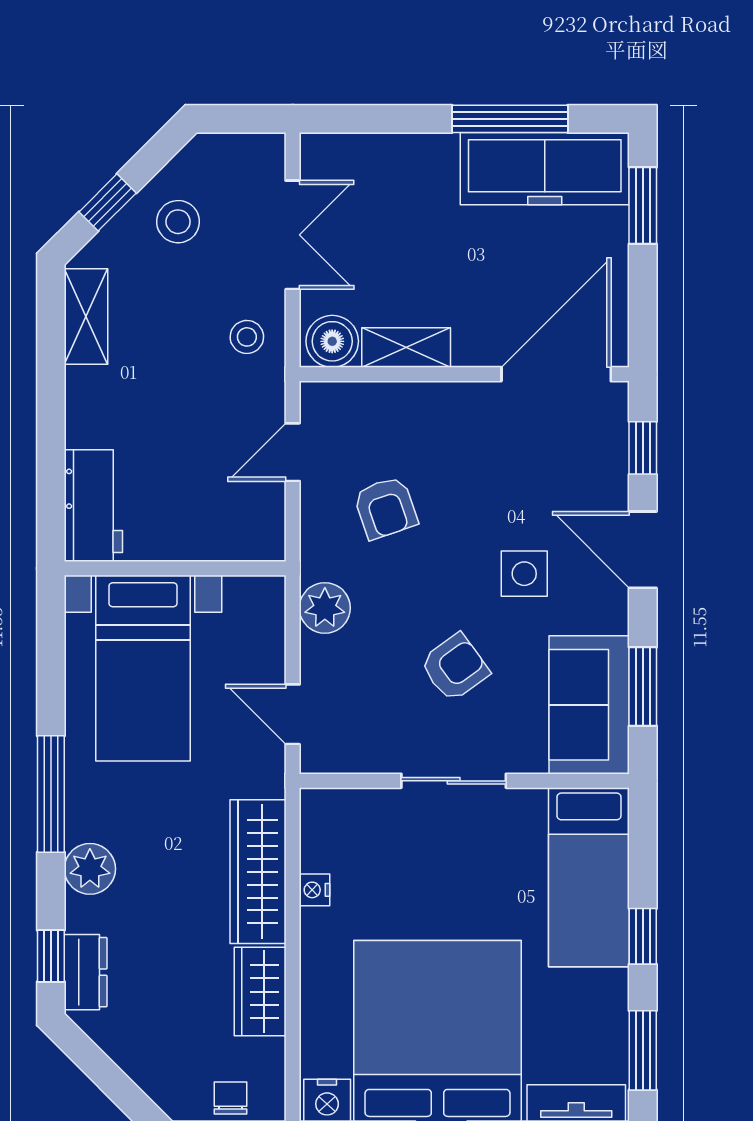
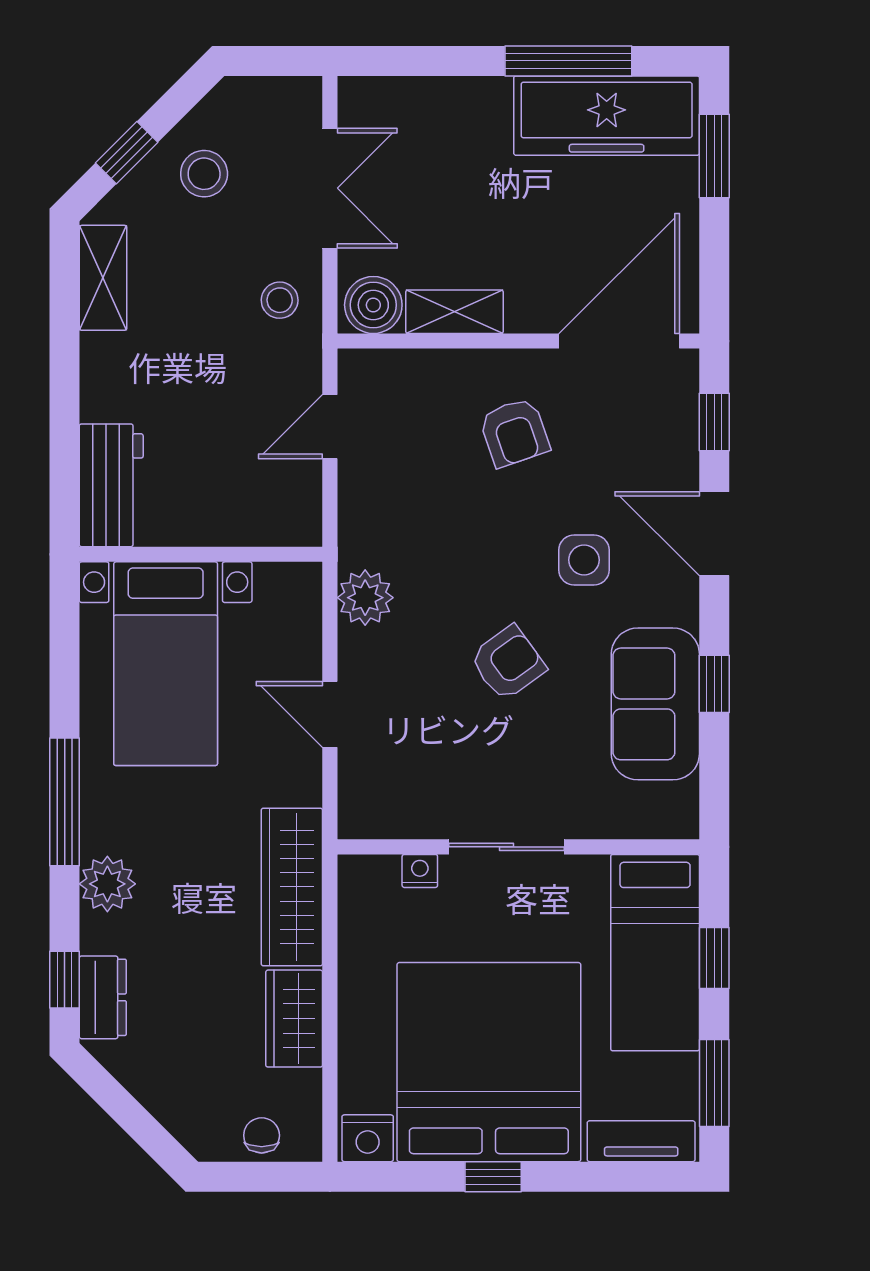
armchair: (386, 508) -> (514, 432), moved
window: (643, 687) -> (714, 684), width x0.67
sliding door: (454, 781) -> (507, 847), moved
wall: (464, 781) -> (518, 847), moved
bed: (589, 877) -> (655, 953), moved
nightstand: (315, 890) -> (420, 871), moved, turned 90

